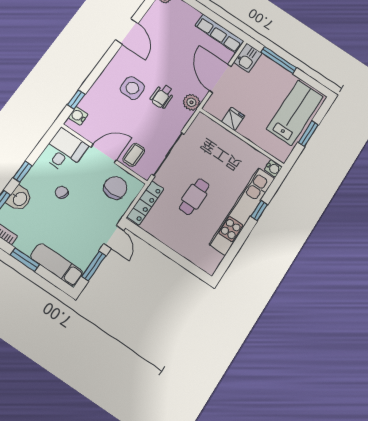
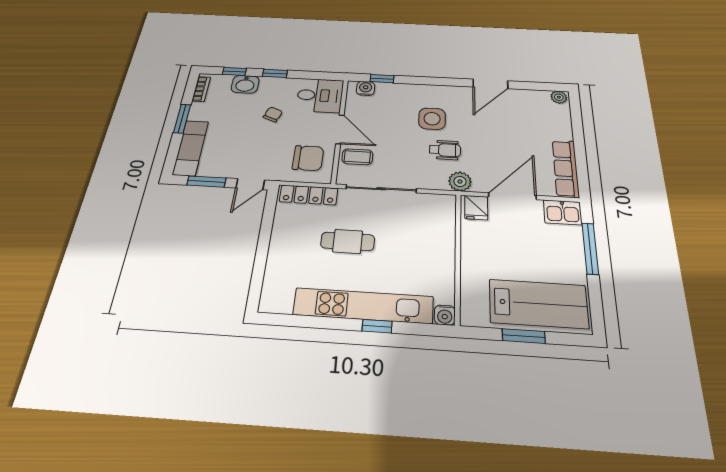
wheelchair: (162, 96) -> (445, 150), turned 180
fridge: (233, 119) -> (476, 208), moved, turned 90

